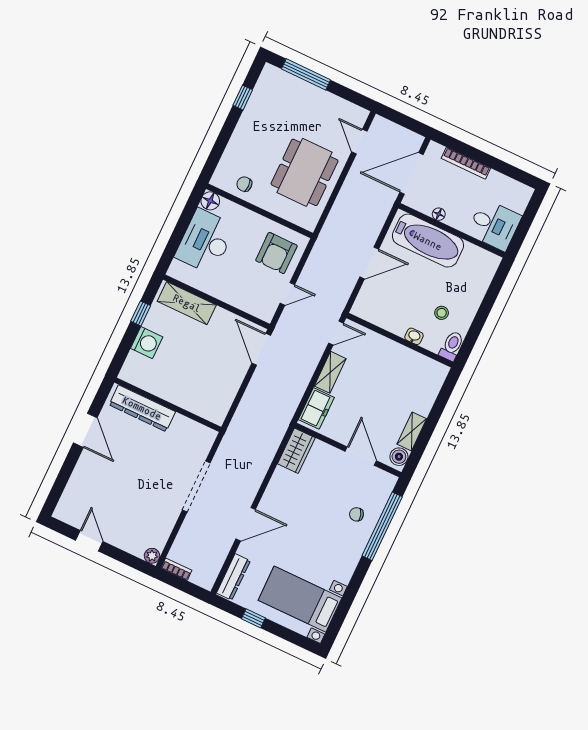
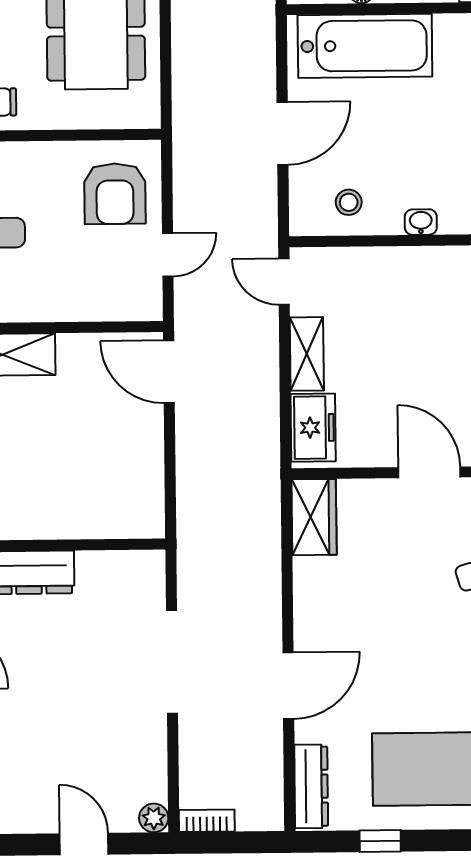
stool: (442, 313) -> (349, 202), moved
door: (336, 333) -> (284, 282), swing flipped
door: (89, 541) -> (84, 844), moved

